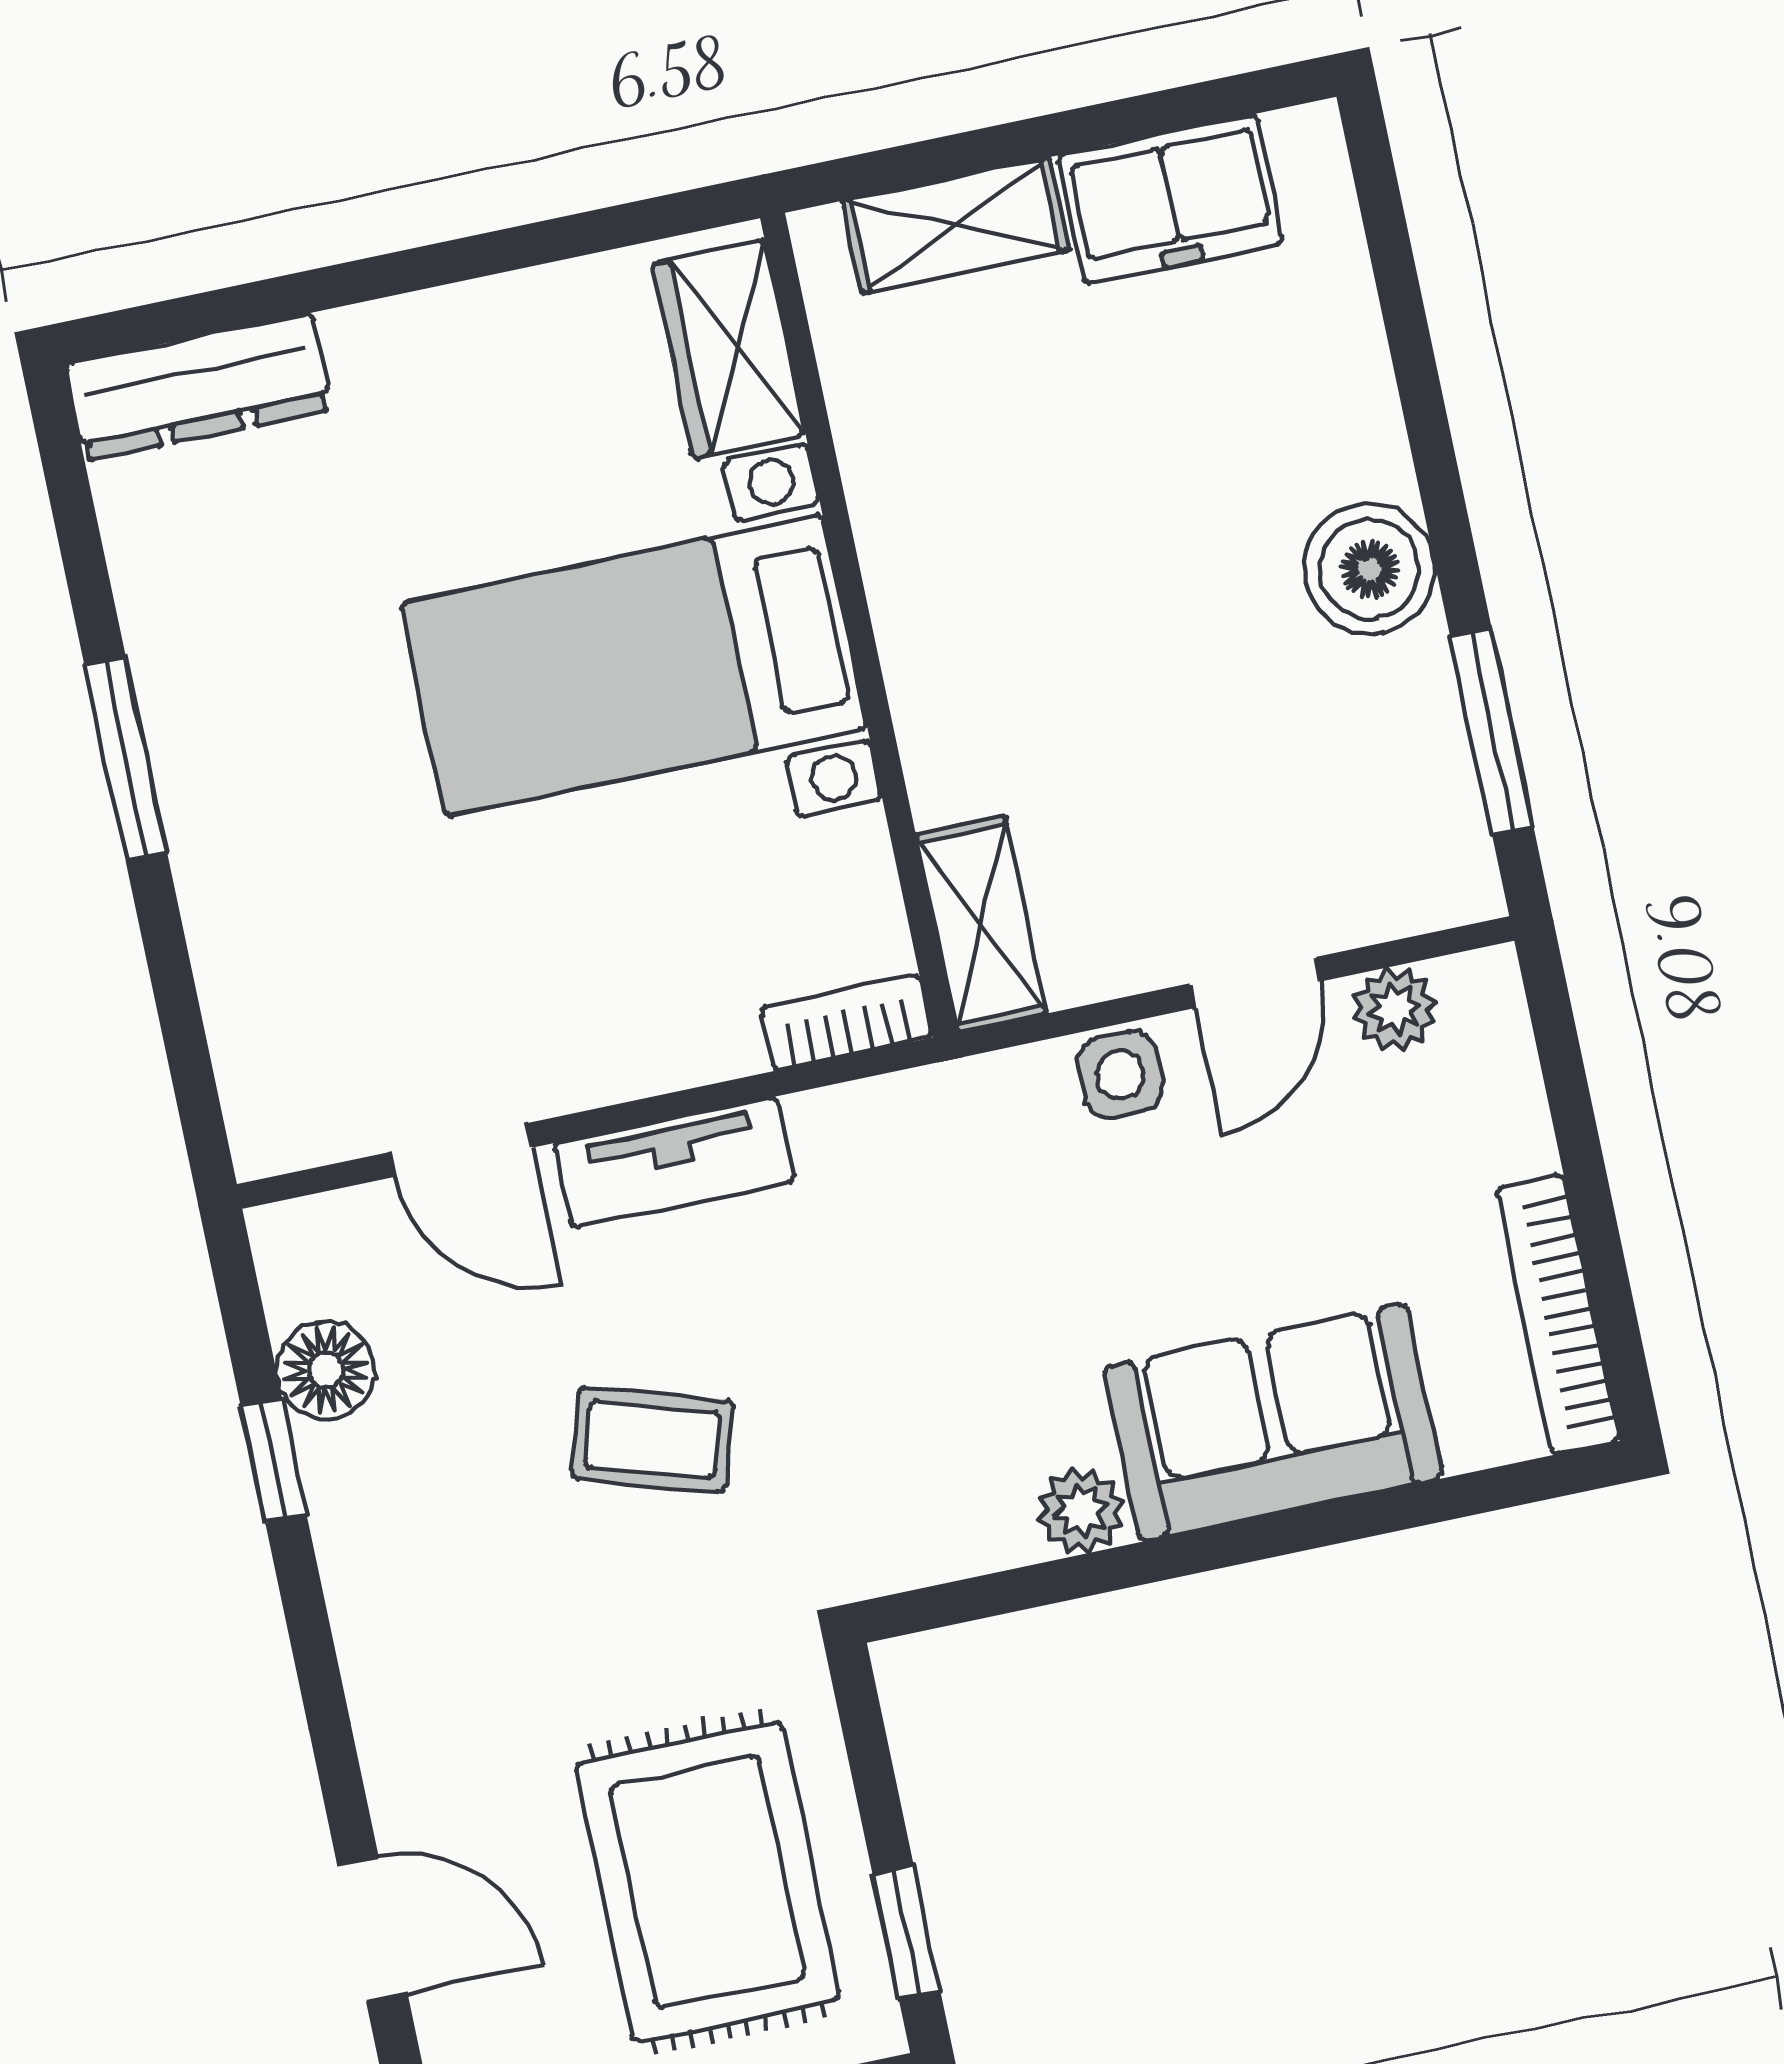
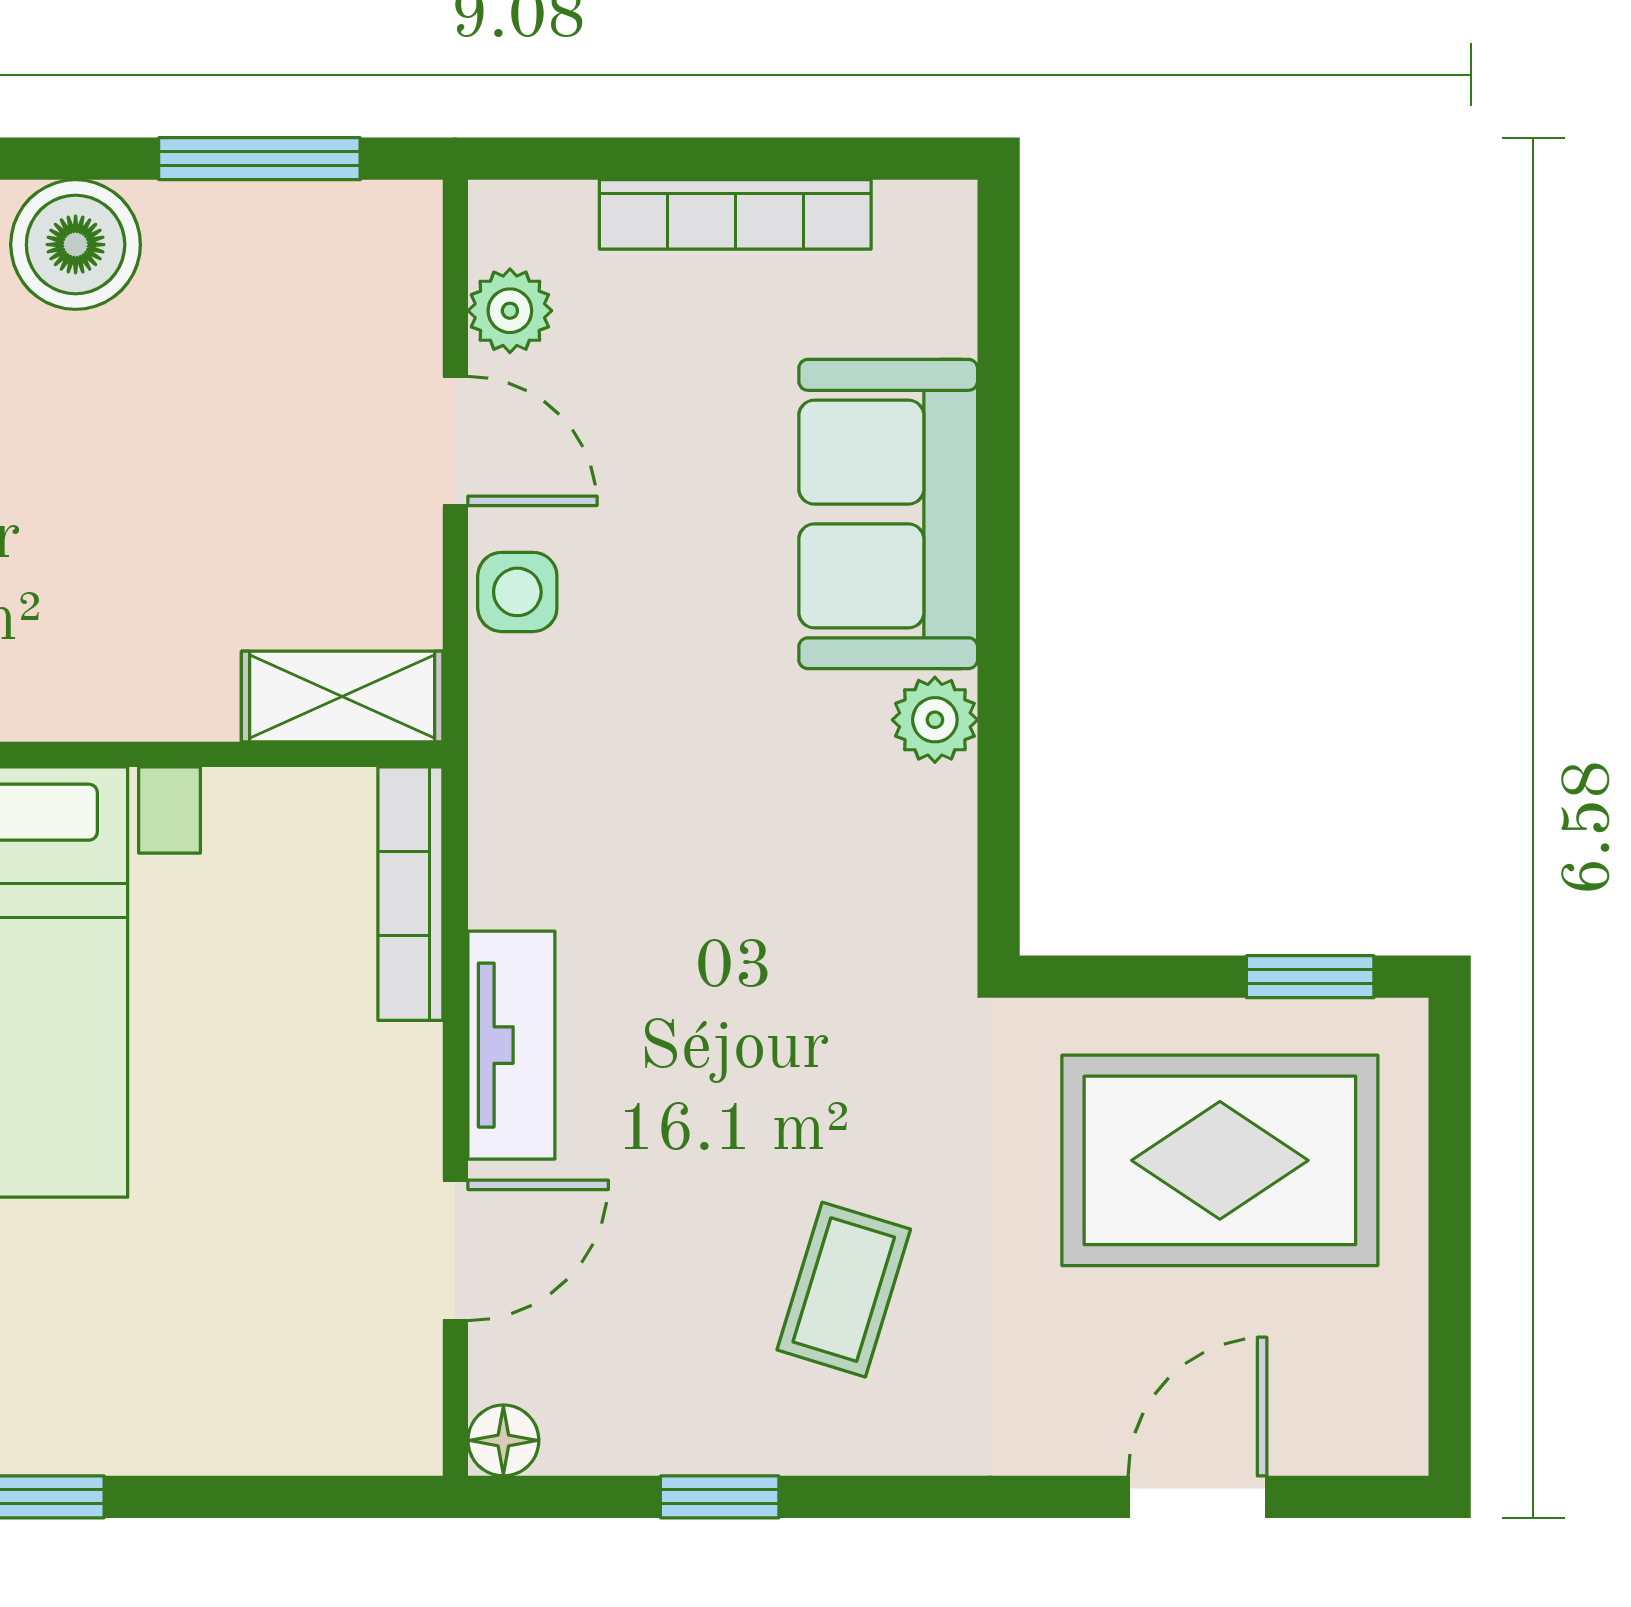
bookcase: (846, 1022) -> (410, 894), width x1.56
bookcase: (1558, 1315) -> (735, 214), moved
floor lamp: (326, 1370) -> (503, 1440), moved, width x0.73, depth x0.73
coffee table: (652, 1439) -> (844, 1290), moved

